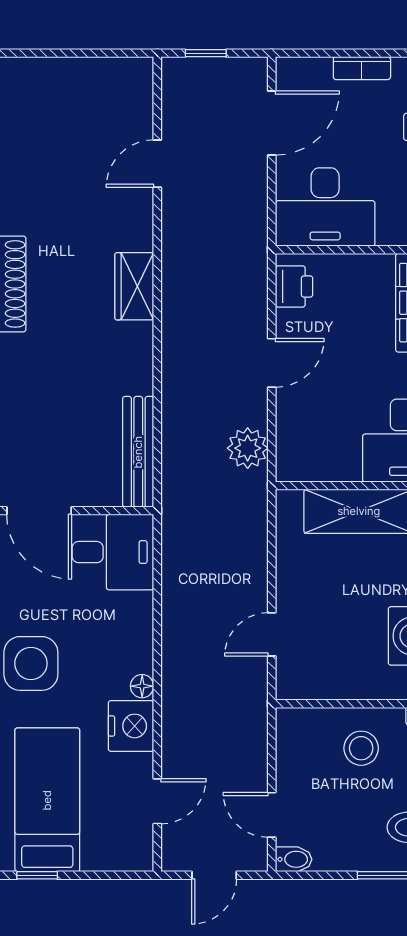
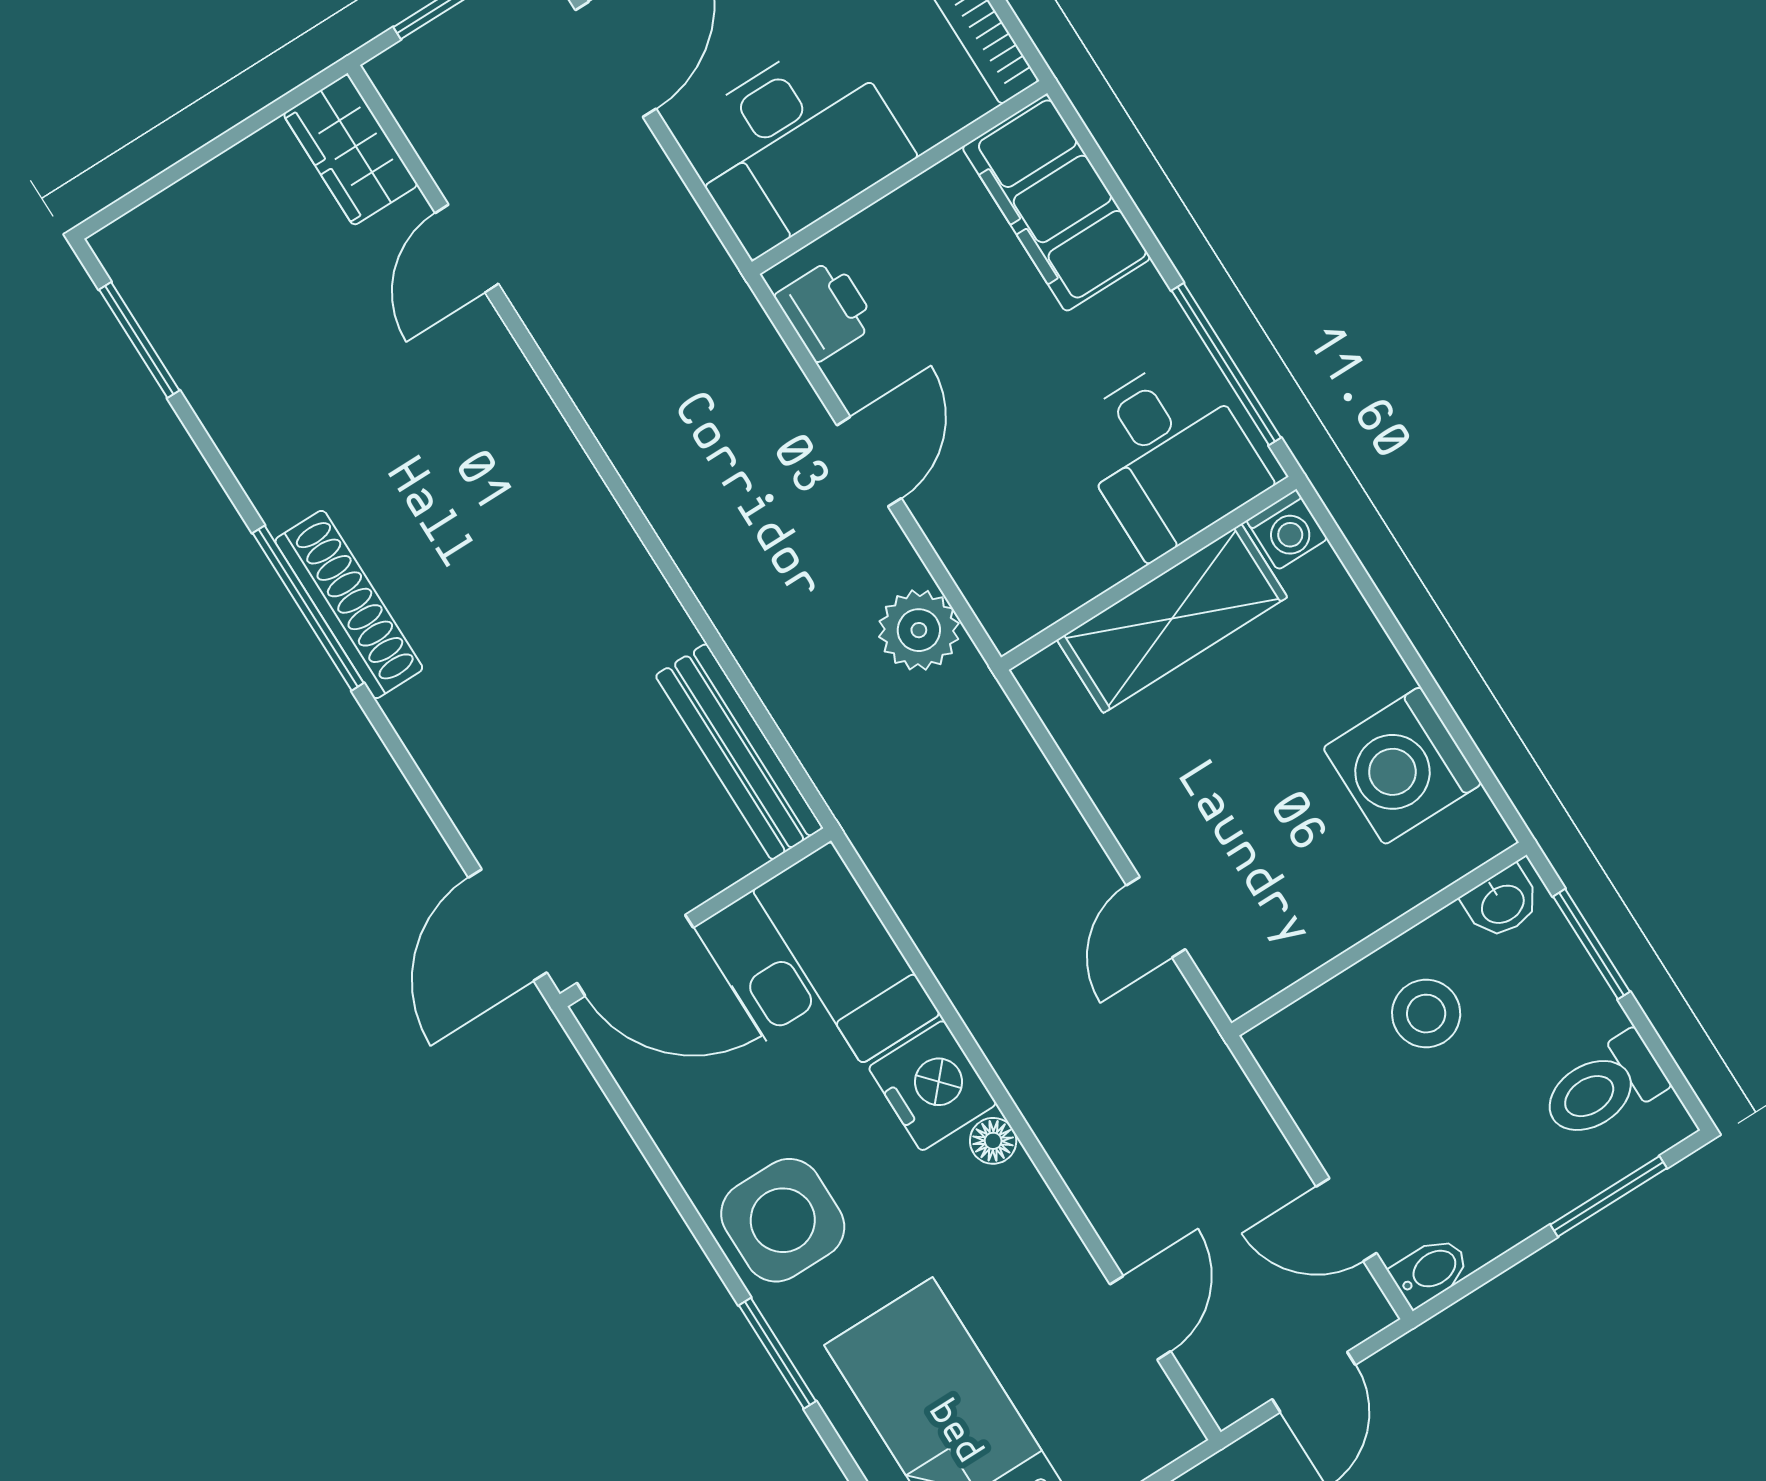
wardrobe: (134, 286) -> (351, 150), moved
desk: (113, 552) -> (818, 970), width x1.37
nightstand: (131, 726) -> (932, 1086), moved

